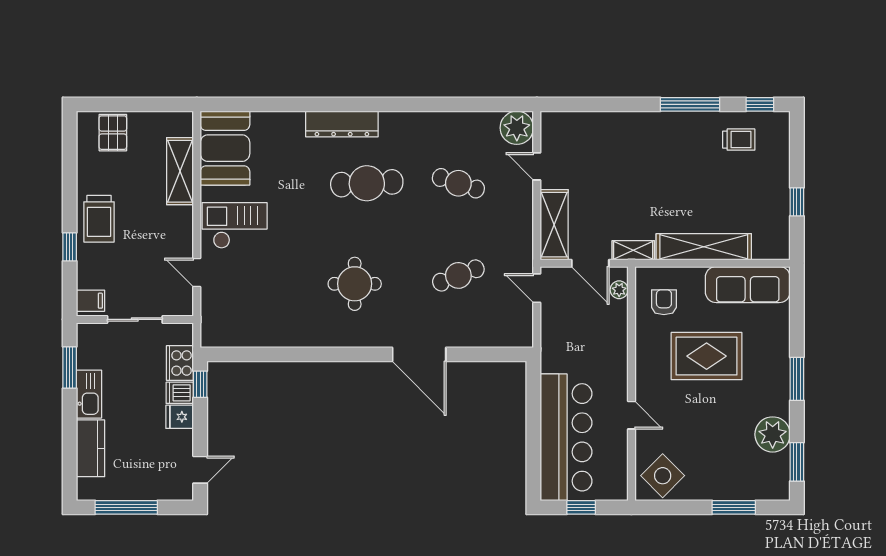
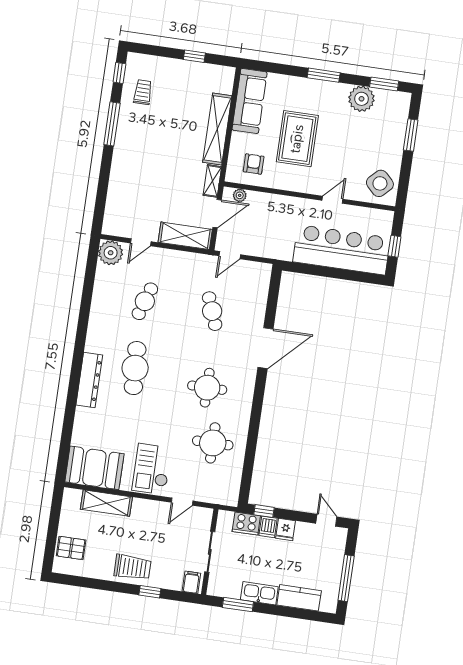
round table: (282, 302) -> (213, 443), added
armchair: (664, 302) -> (254, 164), turned 90

